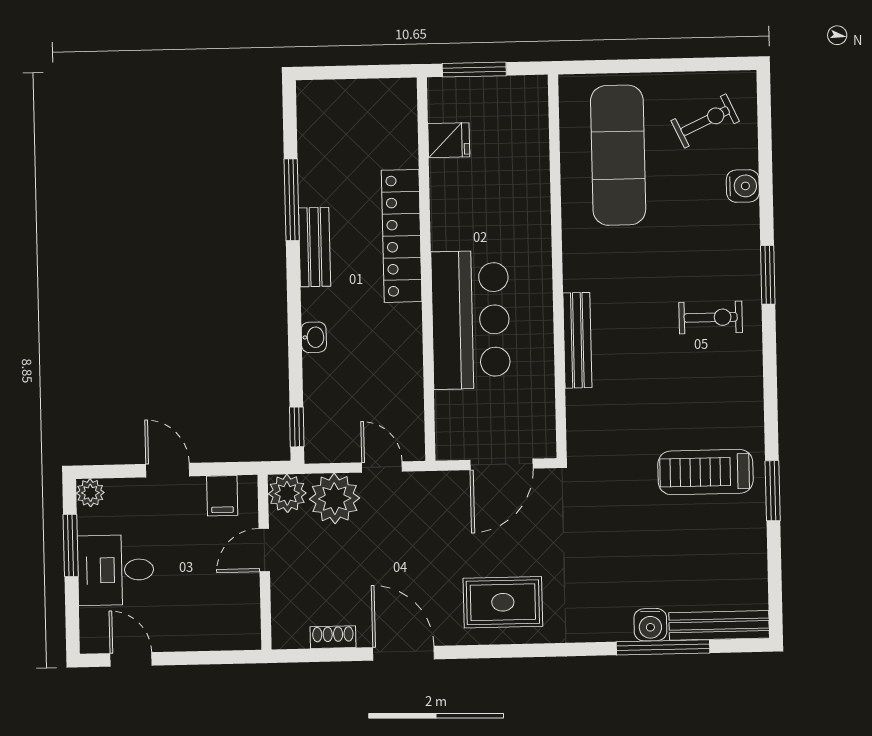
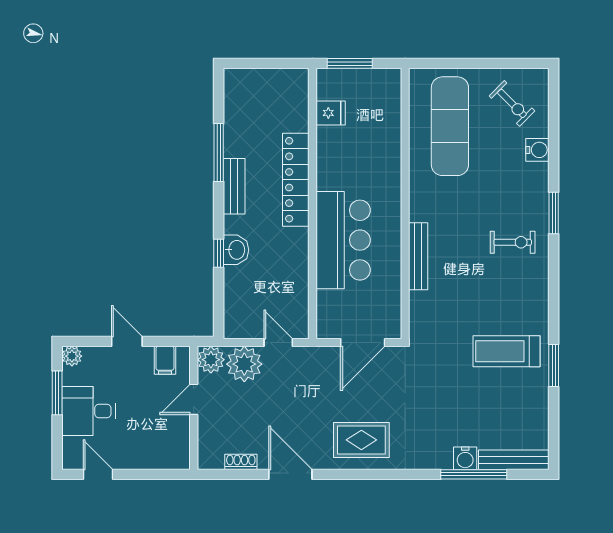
exercise bike: (705, 121) -> (512, 103), turned 70
washbasin: (314, 337) -> (236, 250), width x1.38, depth x1.45
window: (297, 427) -> (219, 253), moved

